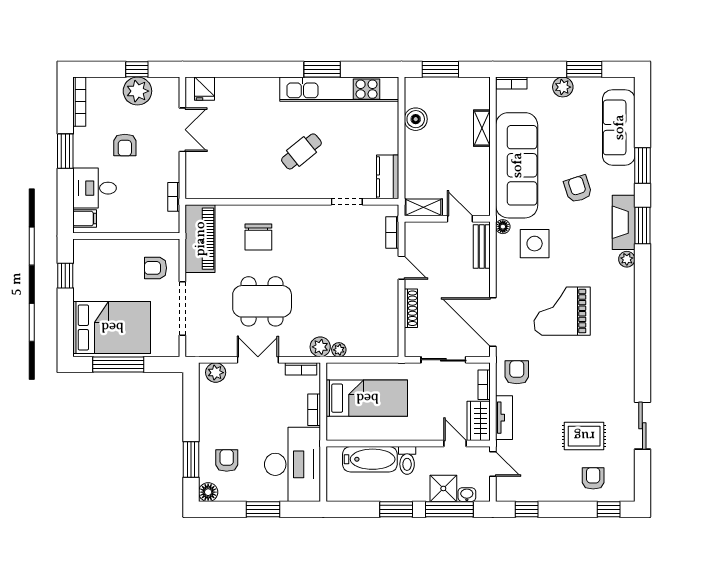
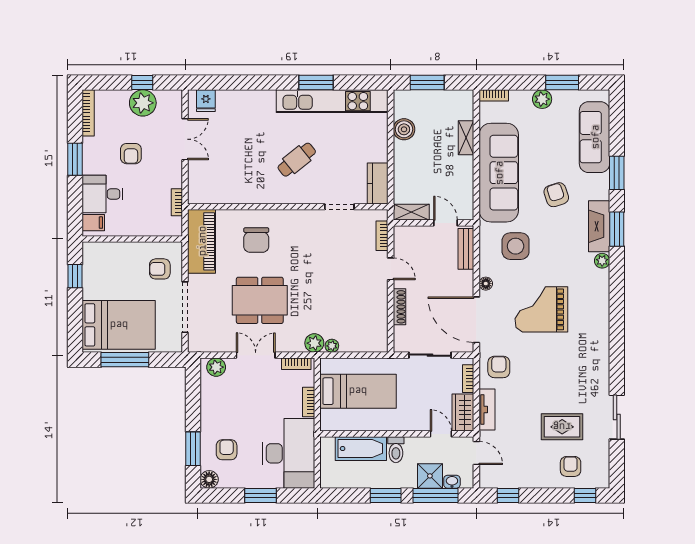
floor lamp: (503, 227) -> (486, 284), moved

